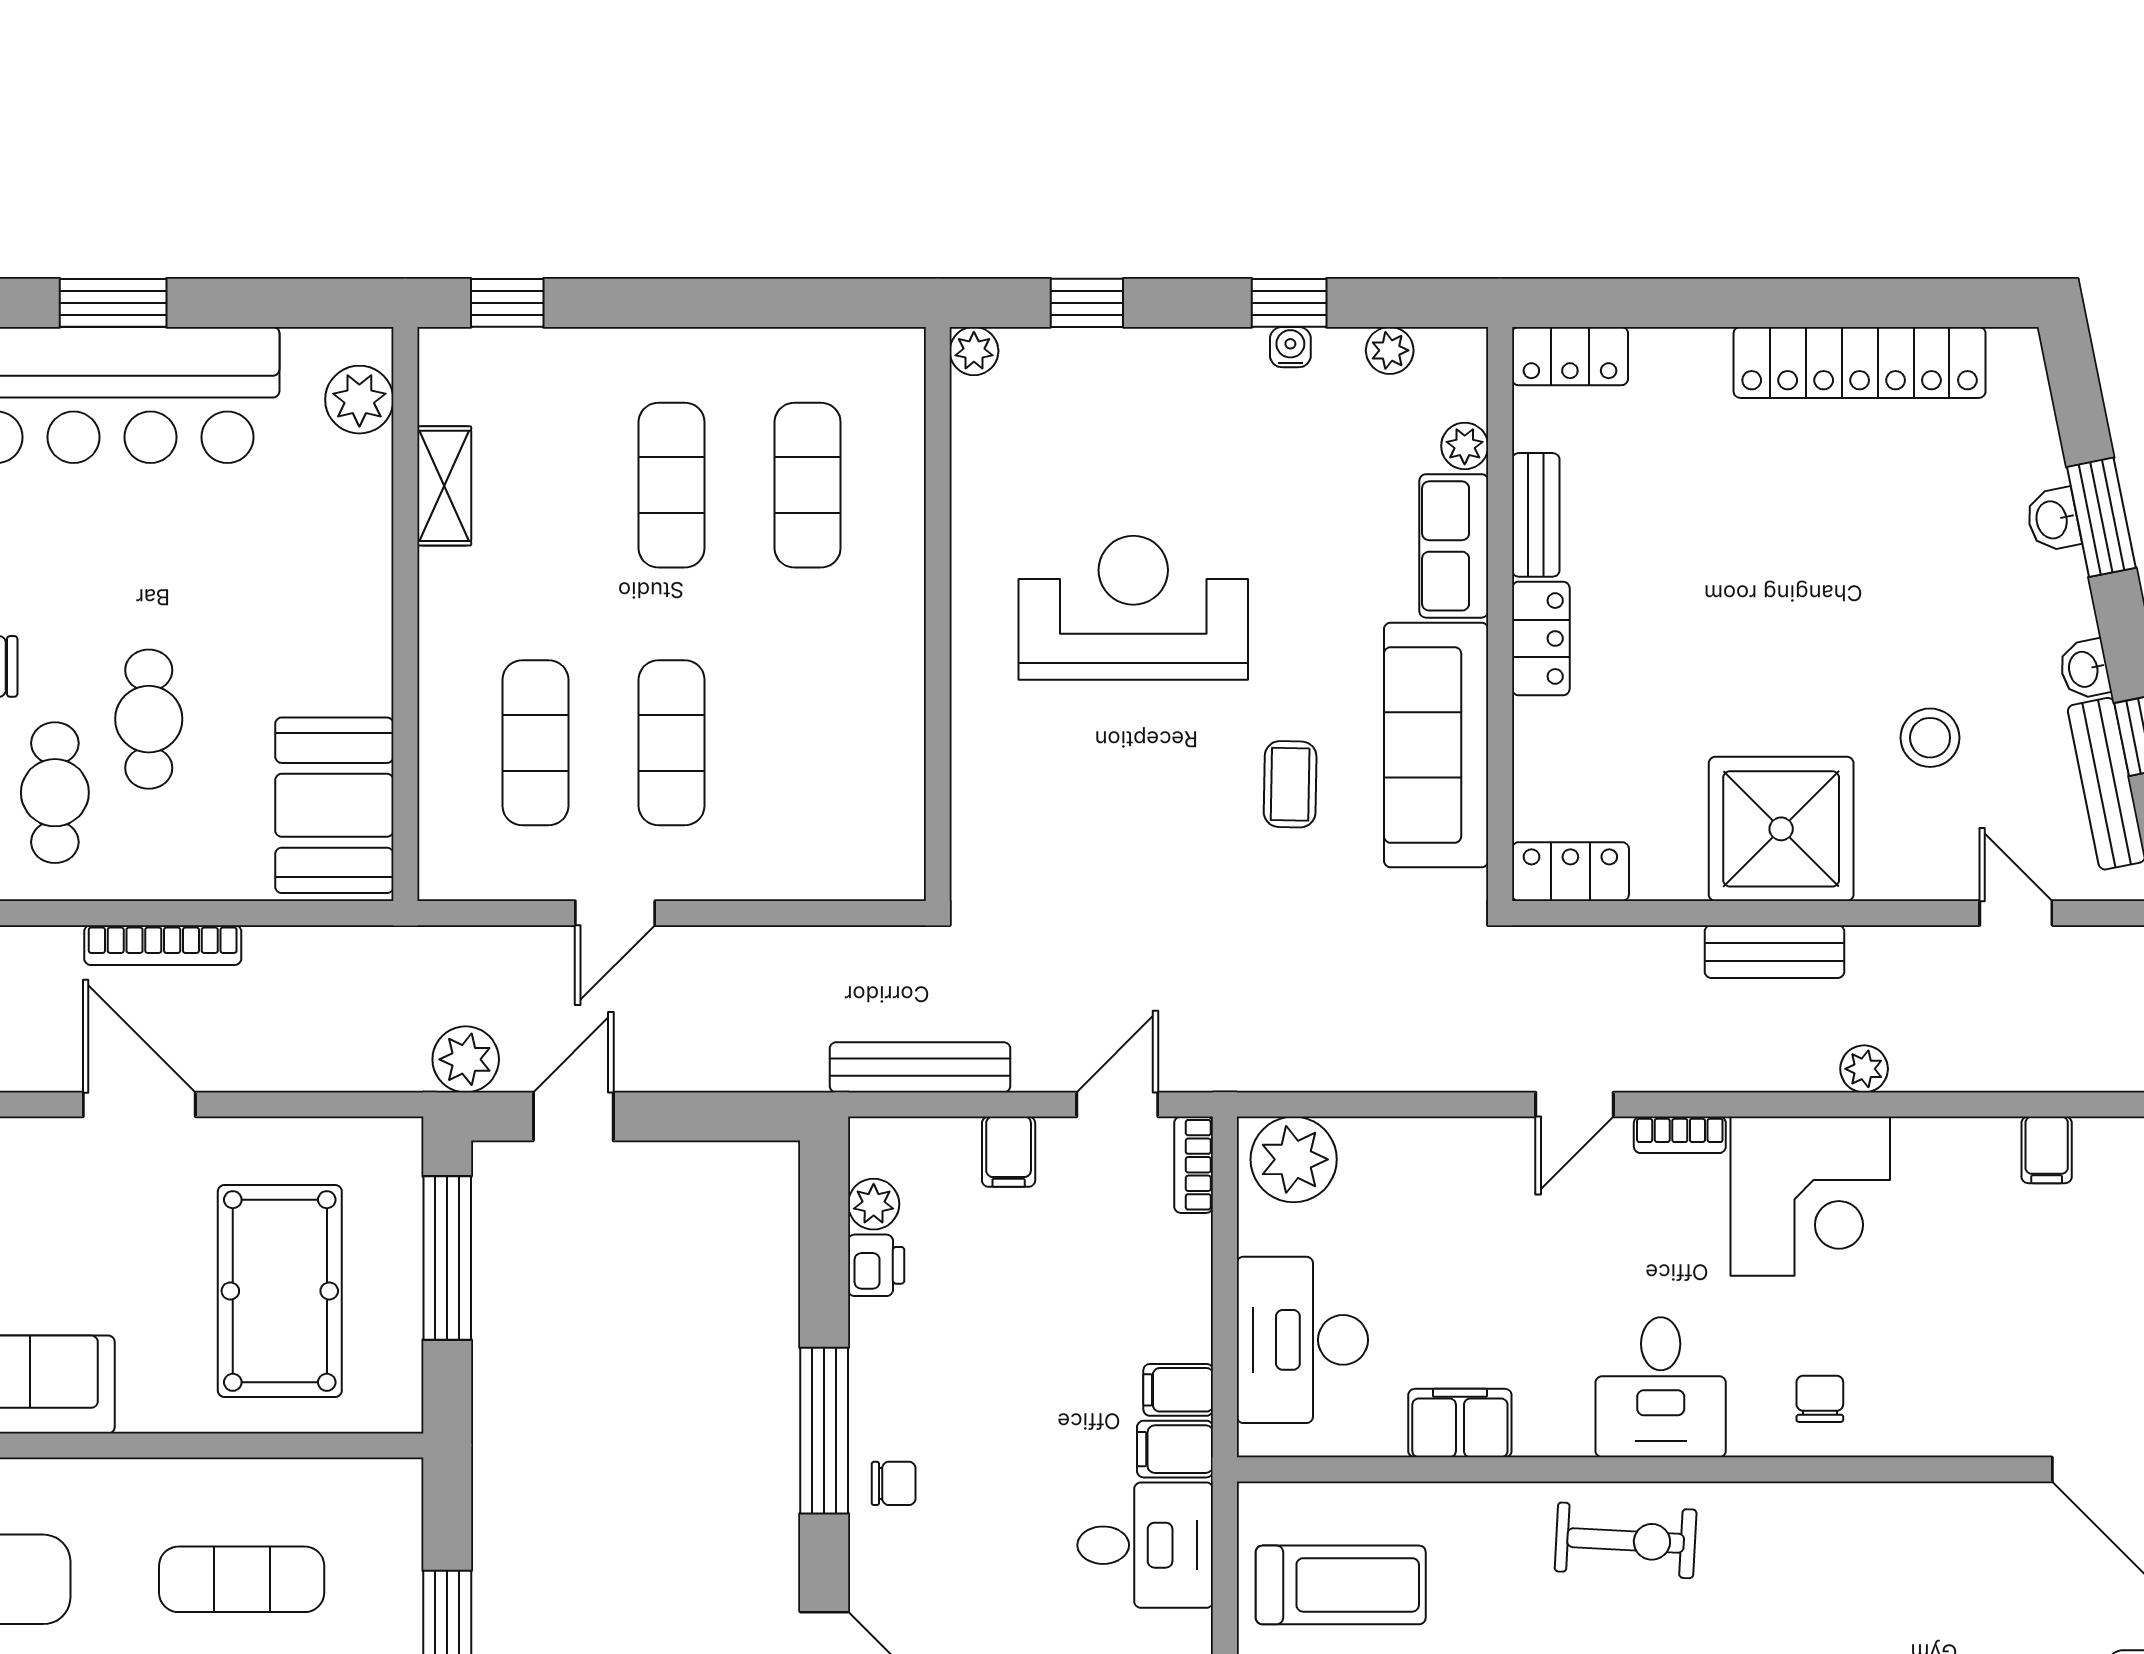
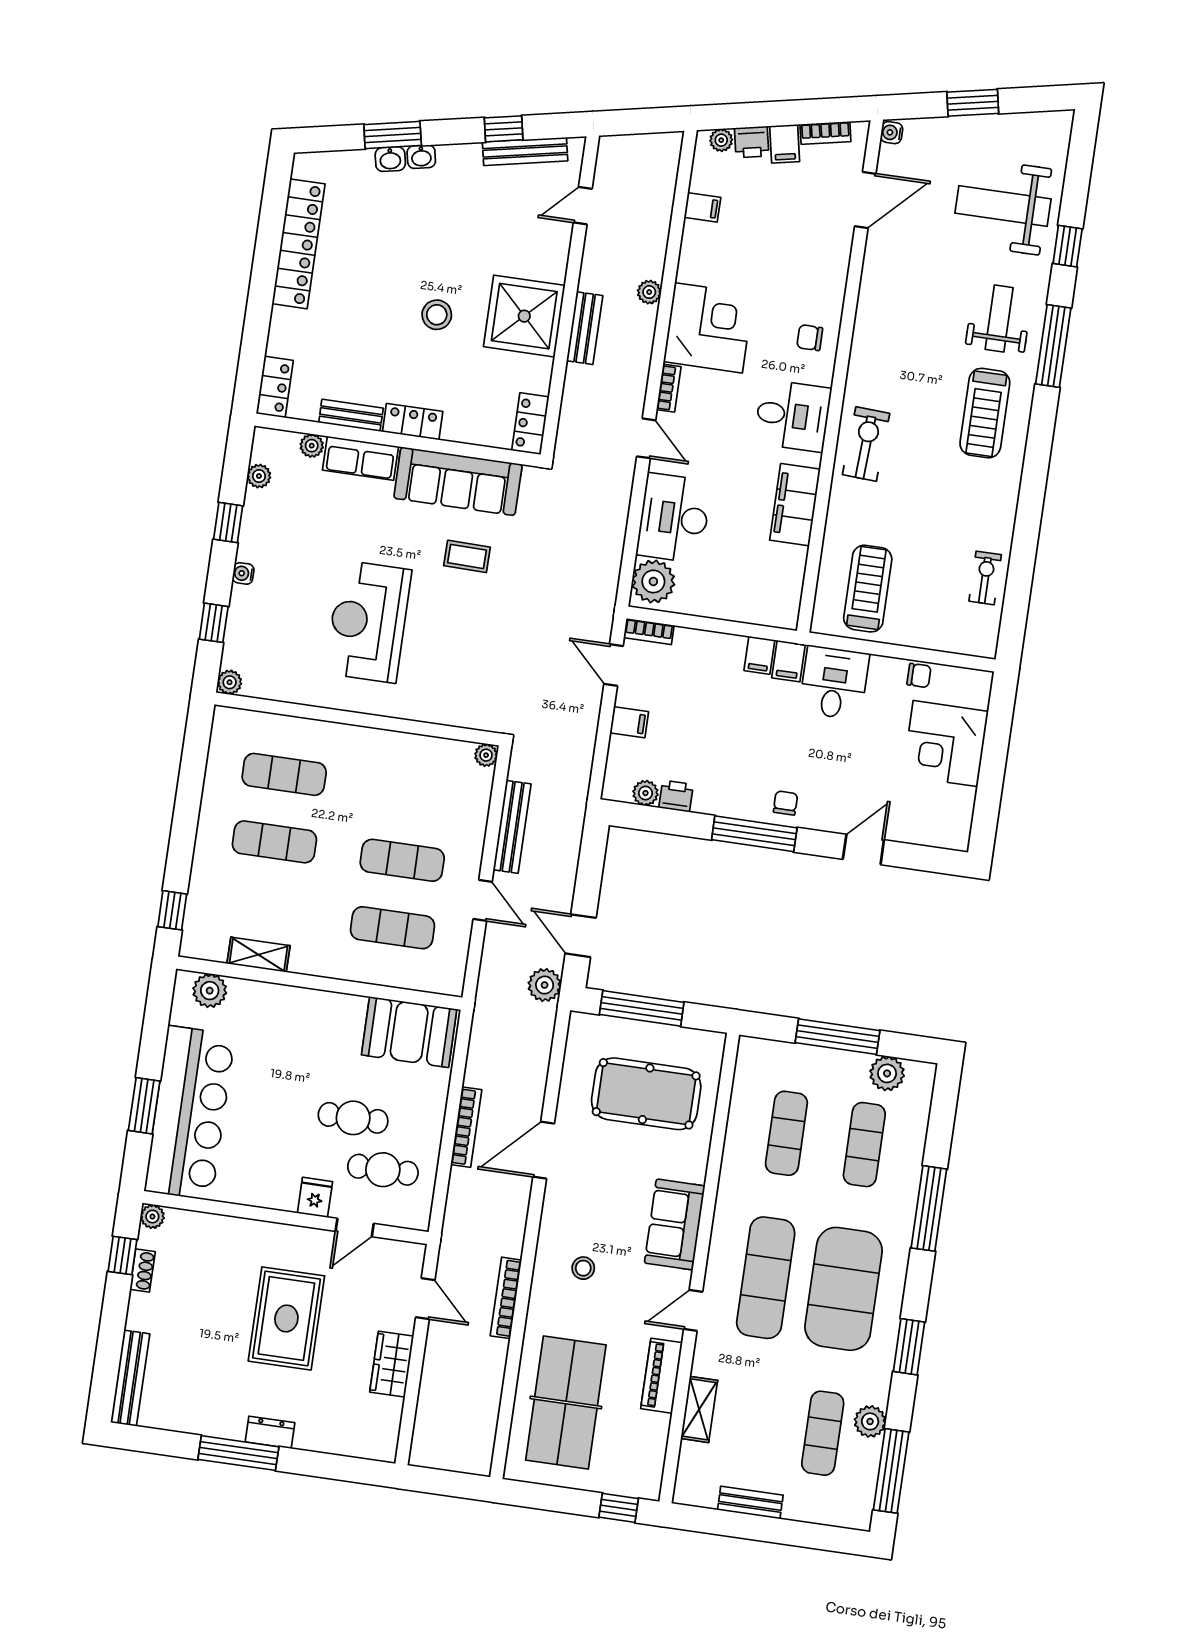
water cooler: (1290, 347) -> (243, 573), moved
washbasin: (2085, 669) -> (421, 157), moved
stool: (1930, 738) -> (437, 315), moved
plant: (903, 878) -> (486, 755), added
bench: (920, 1067) -> (512, 827), moved
desk: (1302, 1340) -> (674, 518), moved, turned 90
filing cabinet: (1460, 1423) -> (795, 505), width x1.50, depth x1.17

